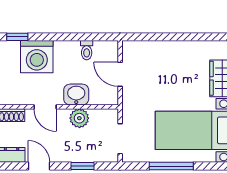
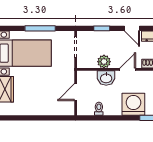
door: (120, 74) -> (76, 92), swing flipped
door: (45, 107) -> (128, 69), hinge flipped

